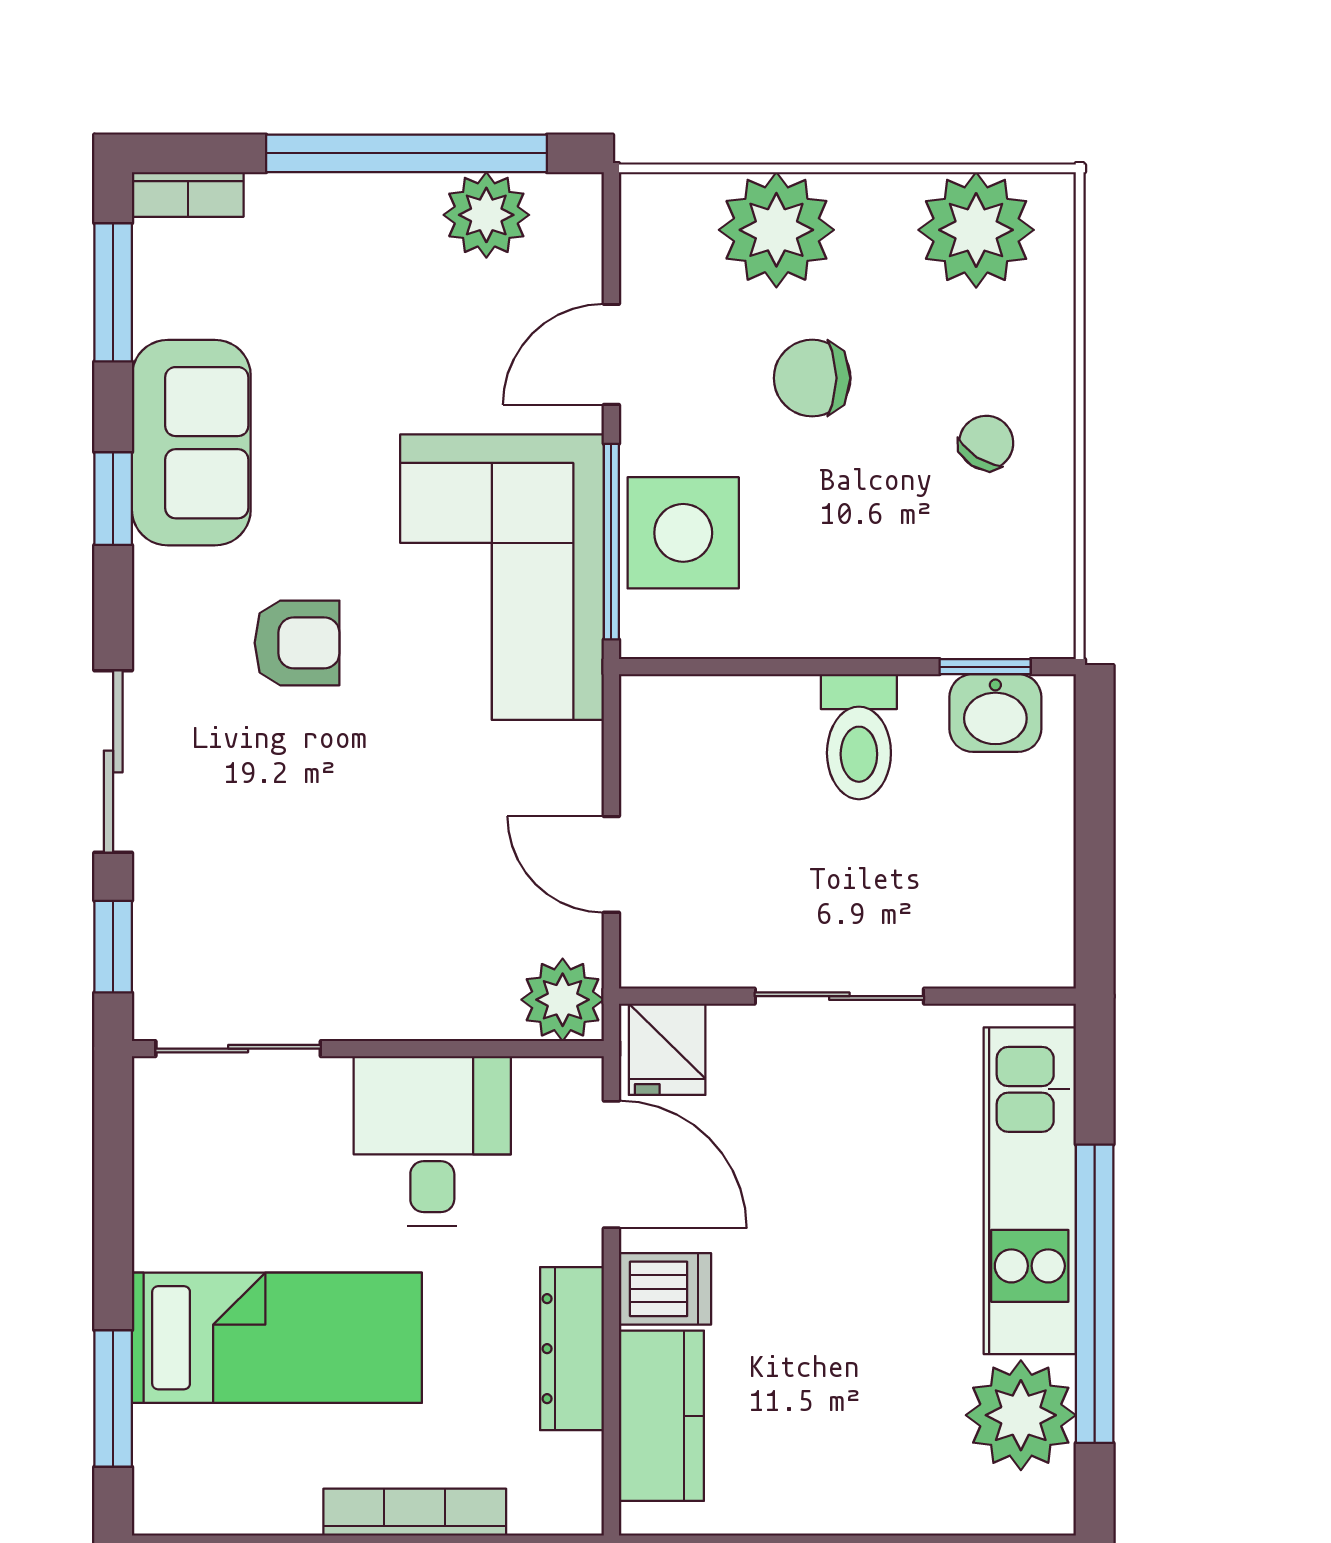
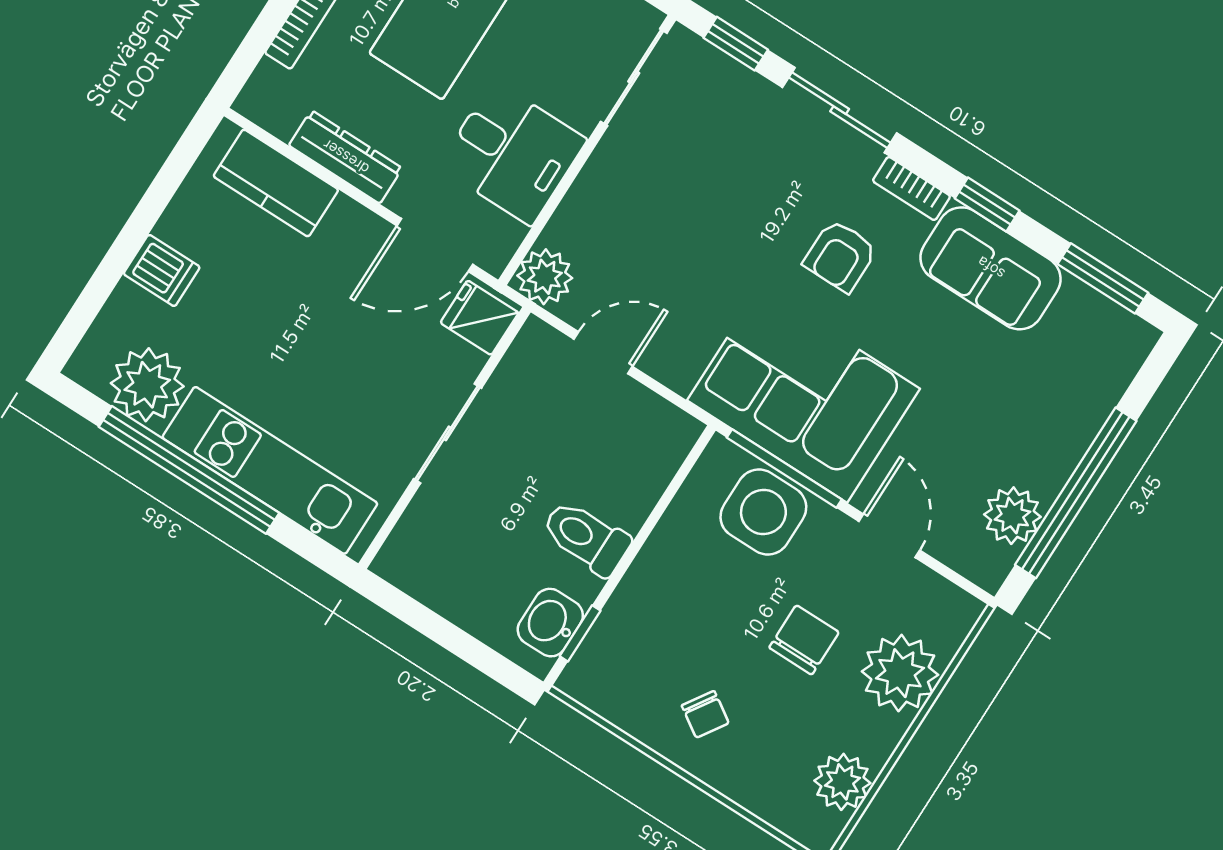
bookcase: (188, 194) -> (911, 189), moved, turned -90
plant: (976, 230) -> (842, 782), width x0.73, depth x0.73
dishwasher: (665, 1289) -> (162, 270), moved, turned -90

